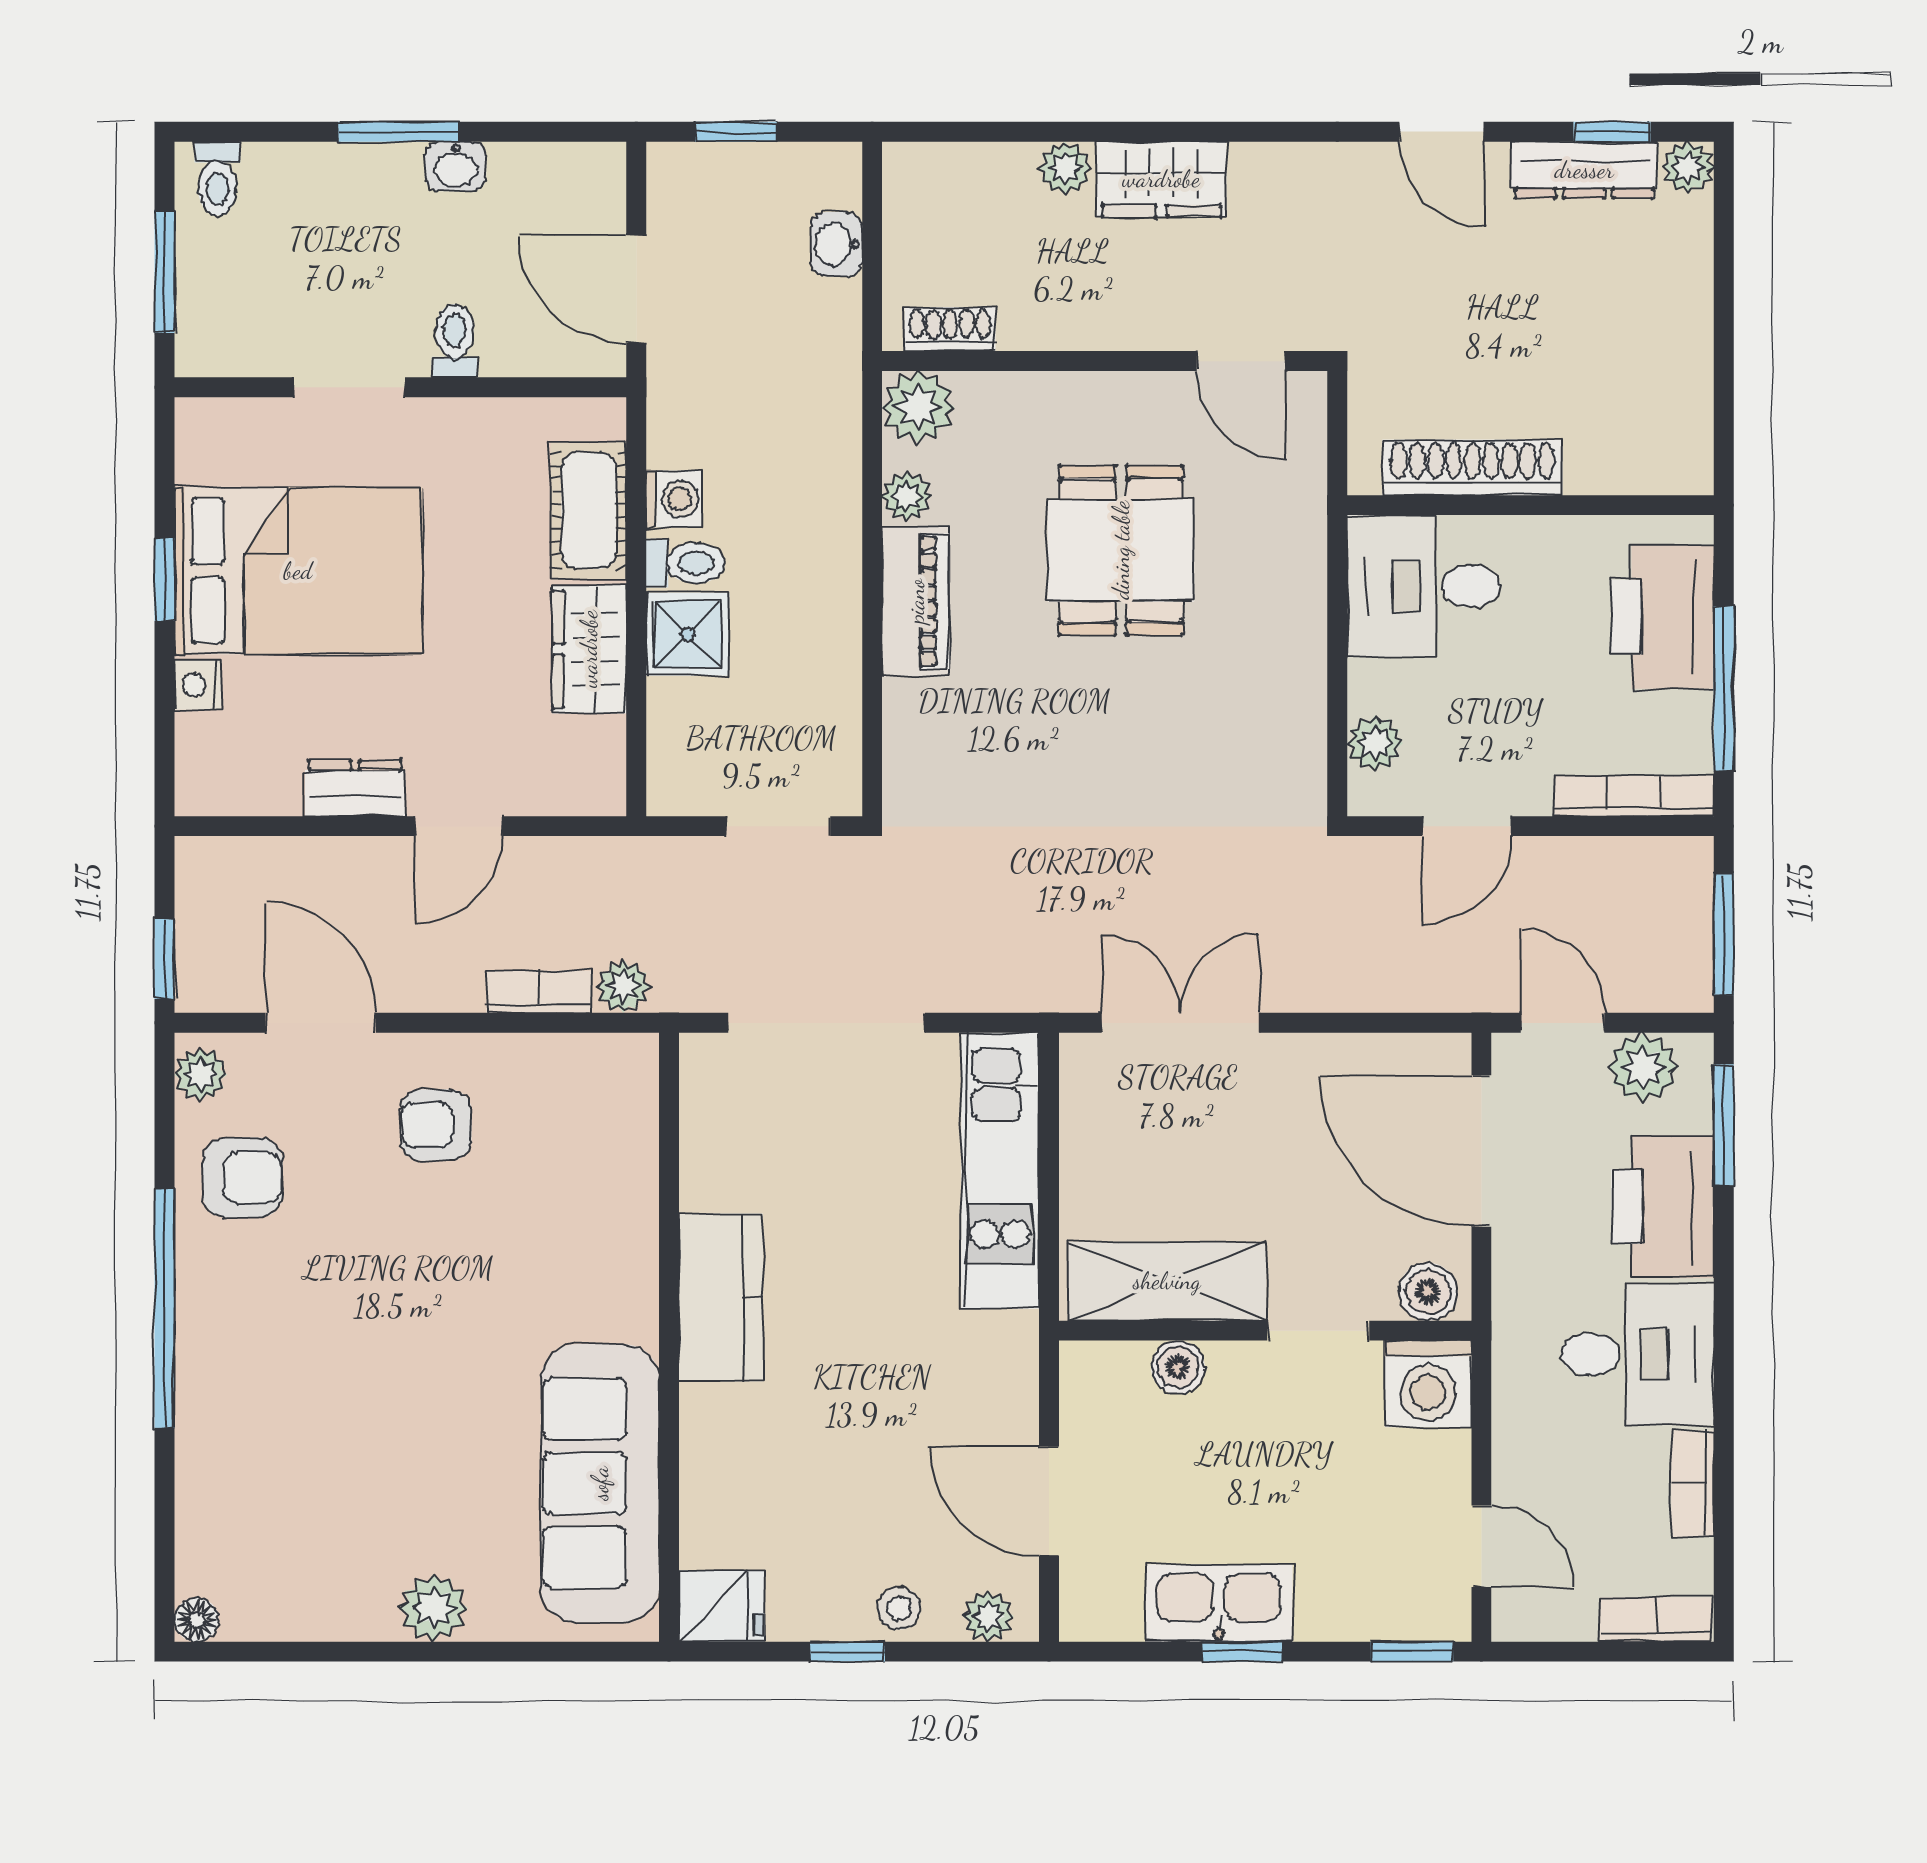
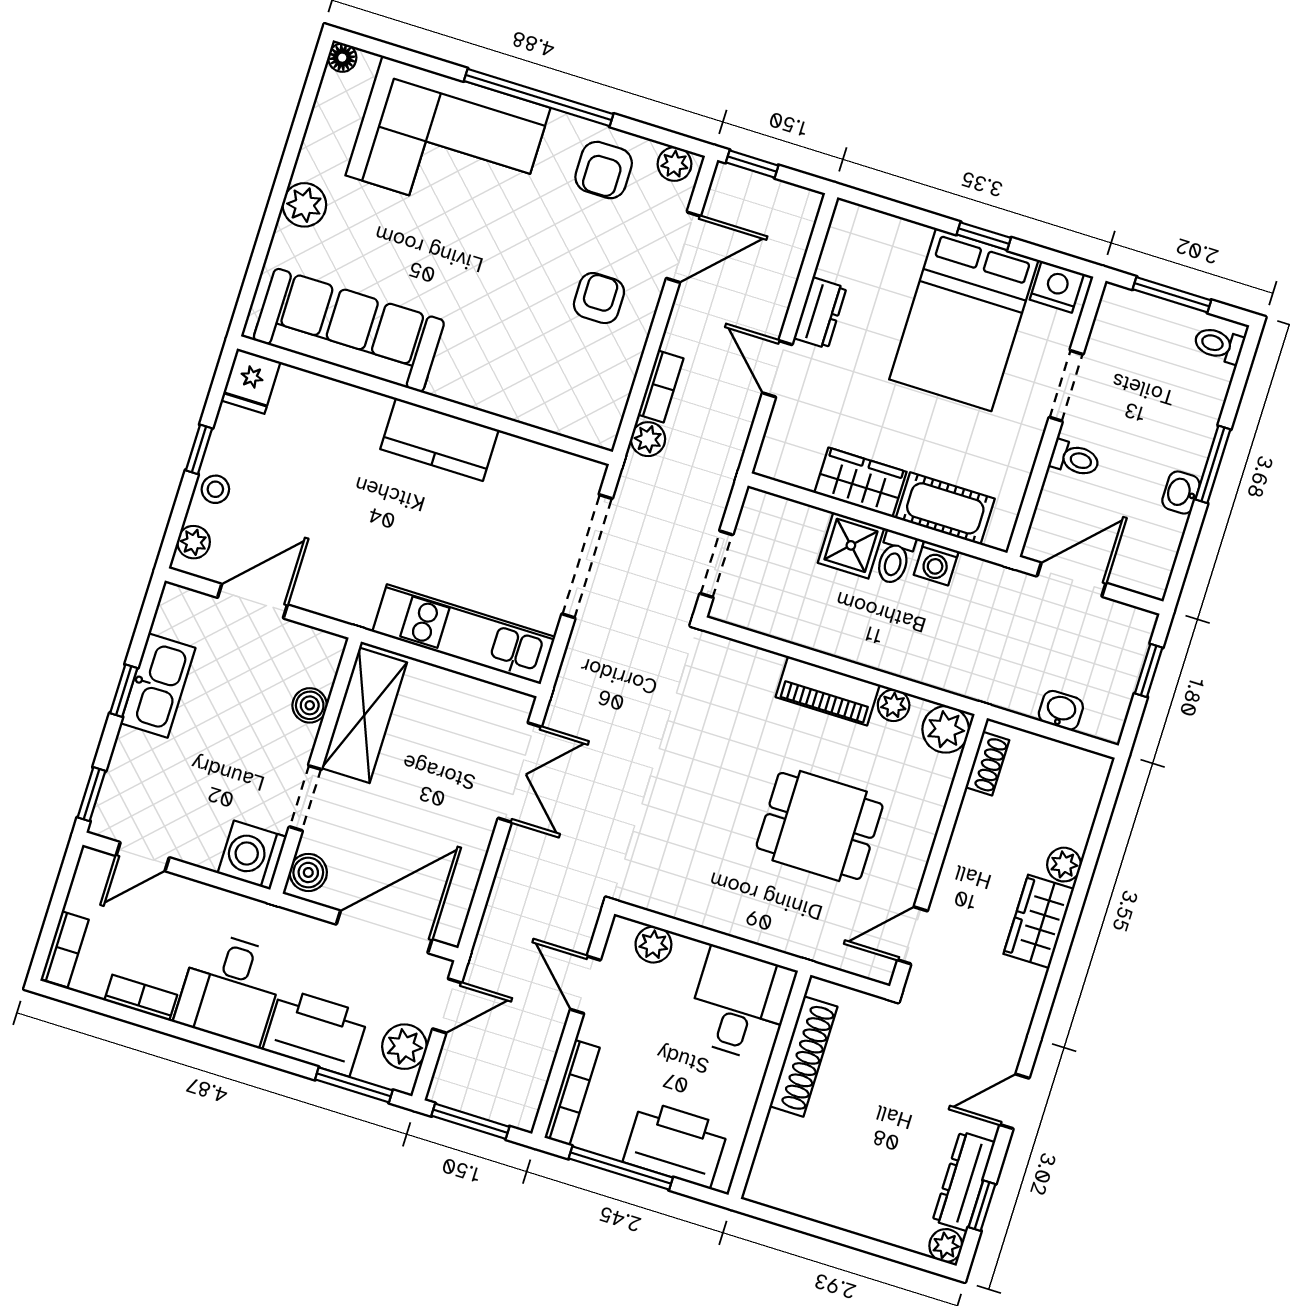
nightstand: (198, 685) -> (1057, 287), moved, width x1.39, depth x1.35
corner sofa: (273, 1423) -> (448, 142), added

